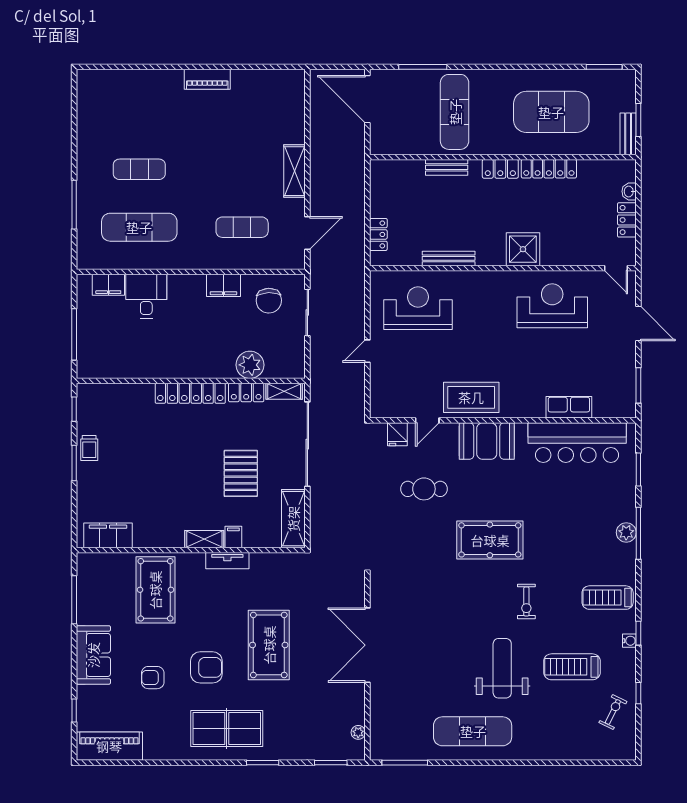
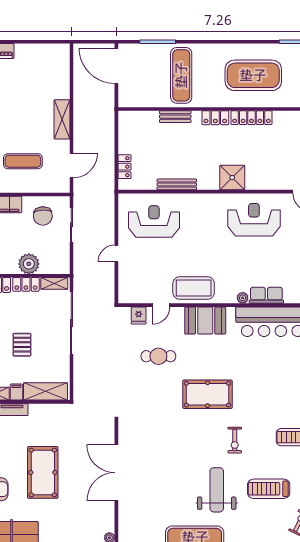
plant: (537, 411) -> (243, 298), added
pallet: (241, 473) -> (22, 345), width x0.67, depth x0.71
shelving: (293, 519) -> (45, 391), moved, turned 90

